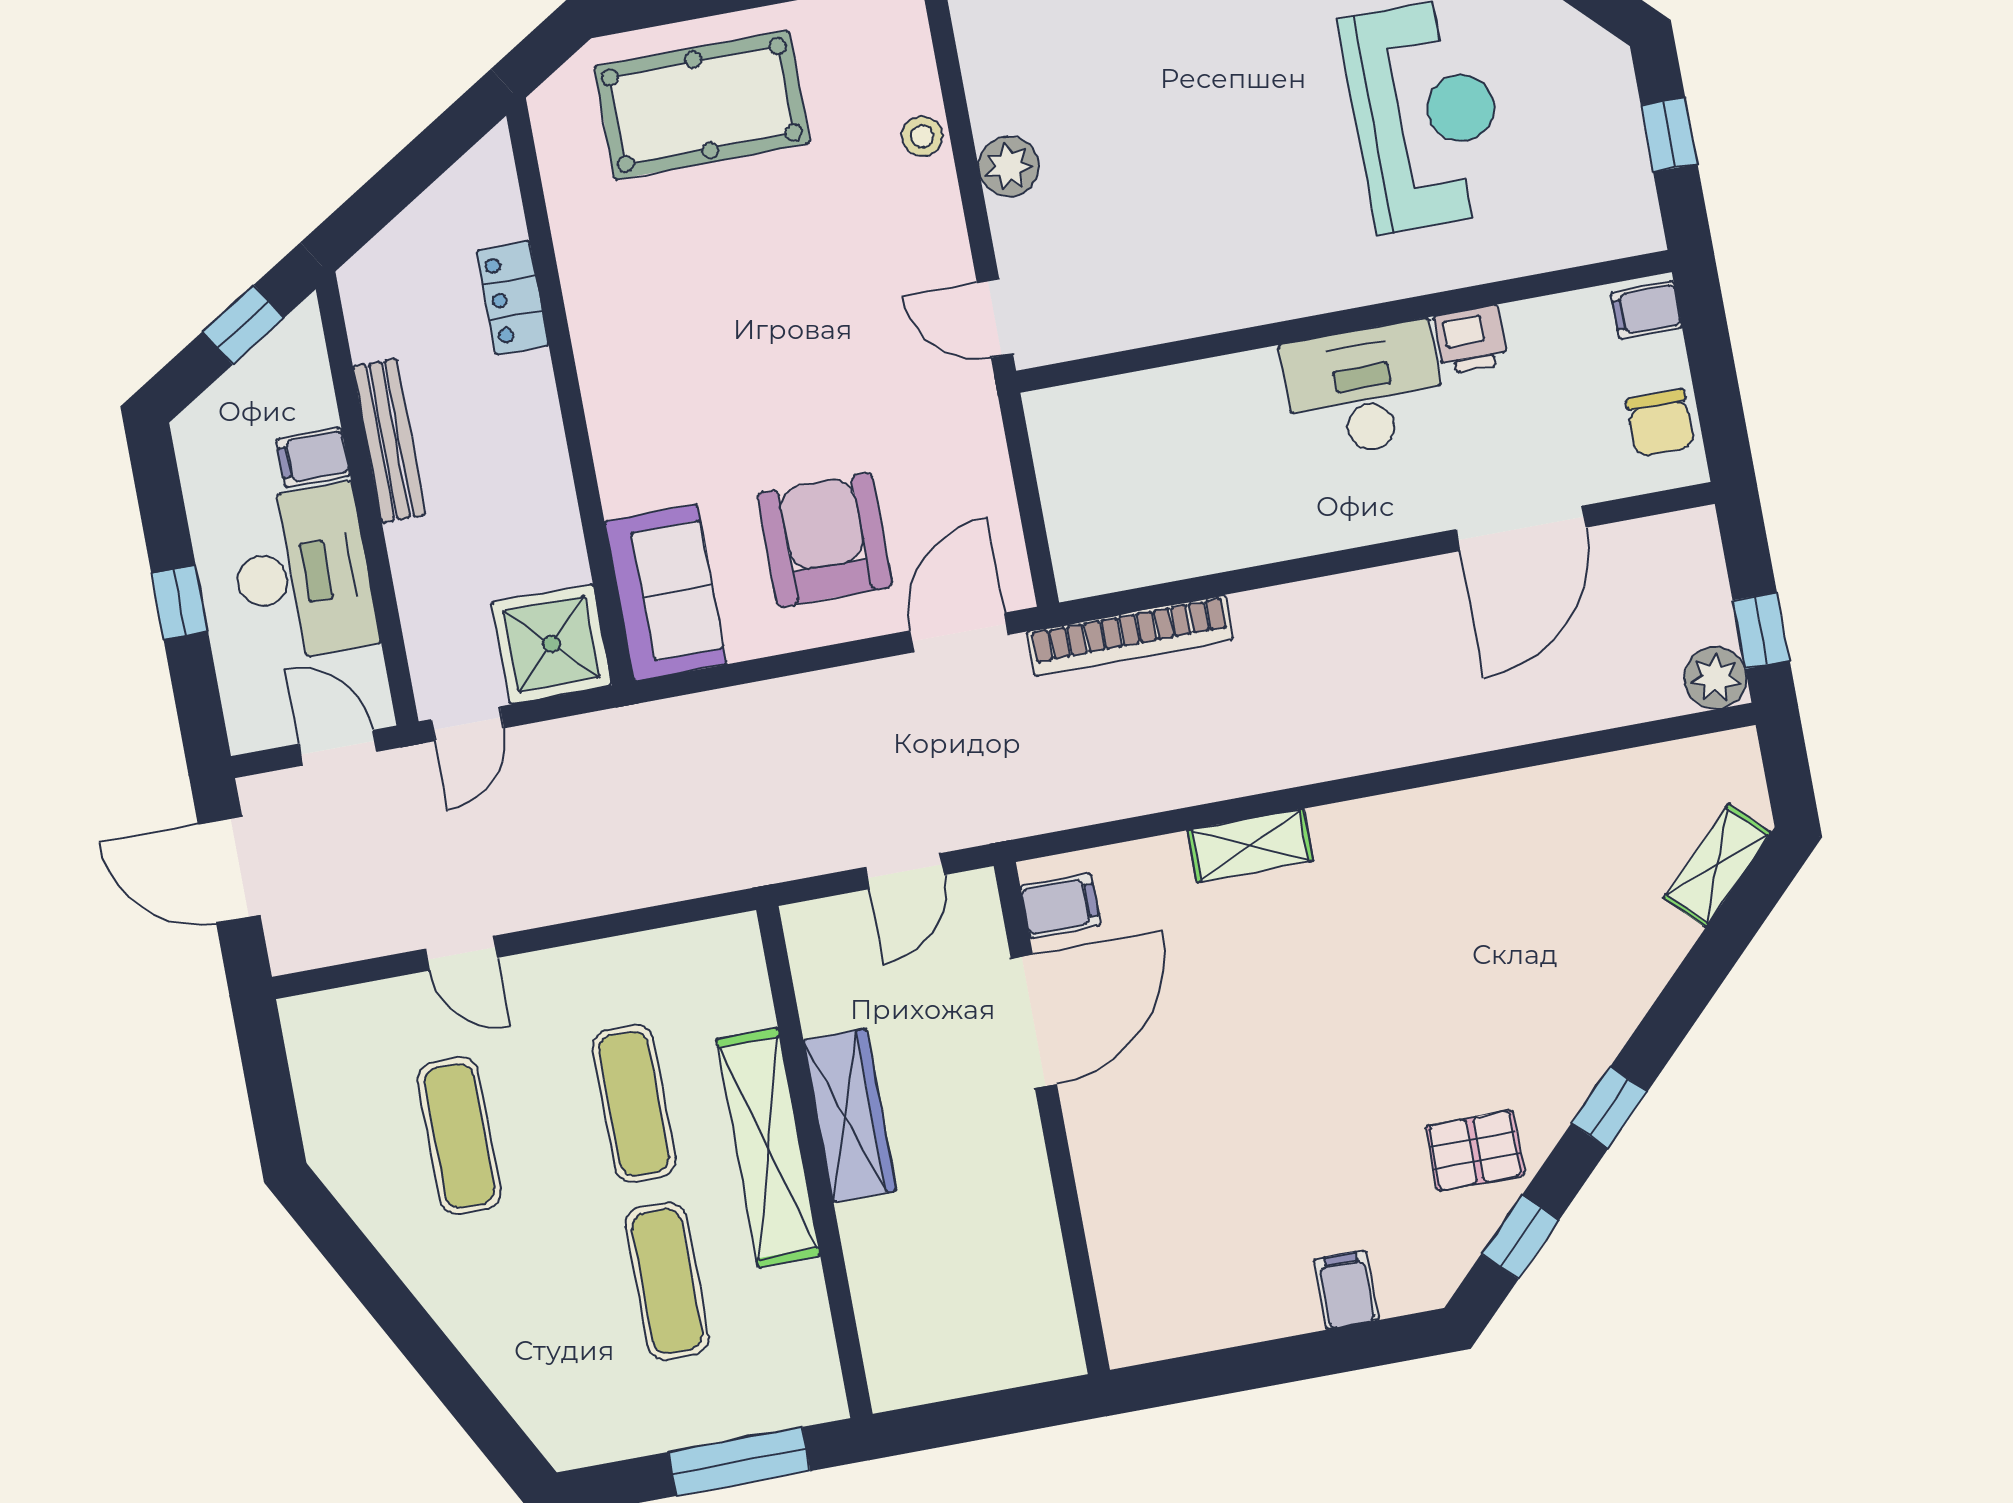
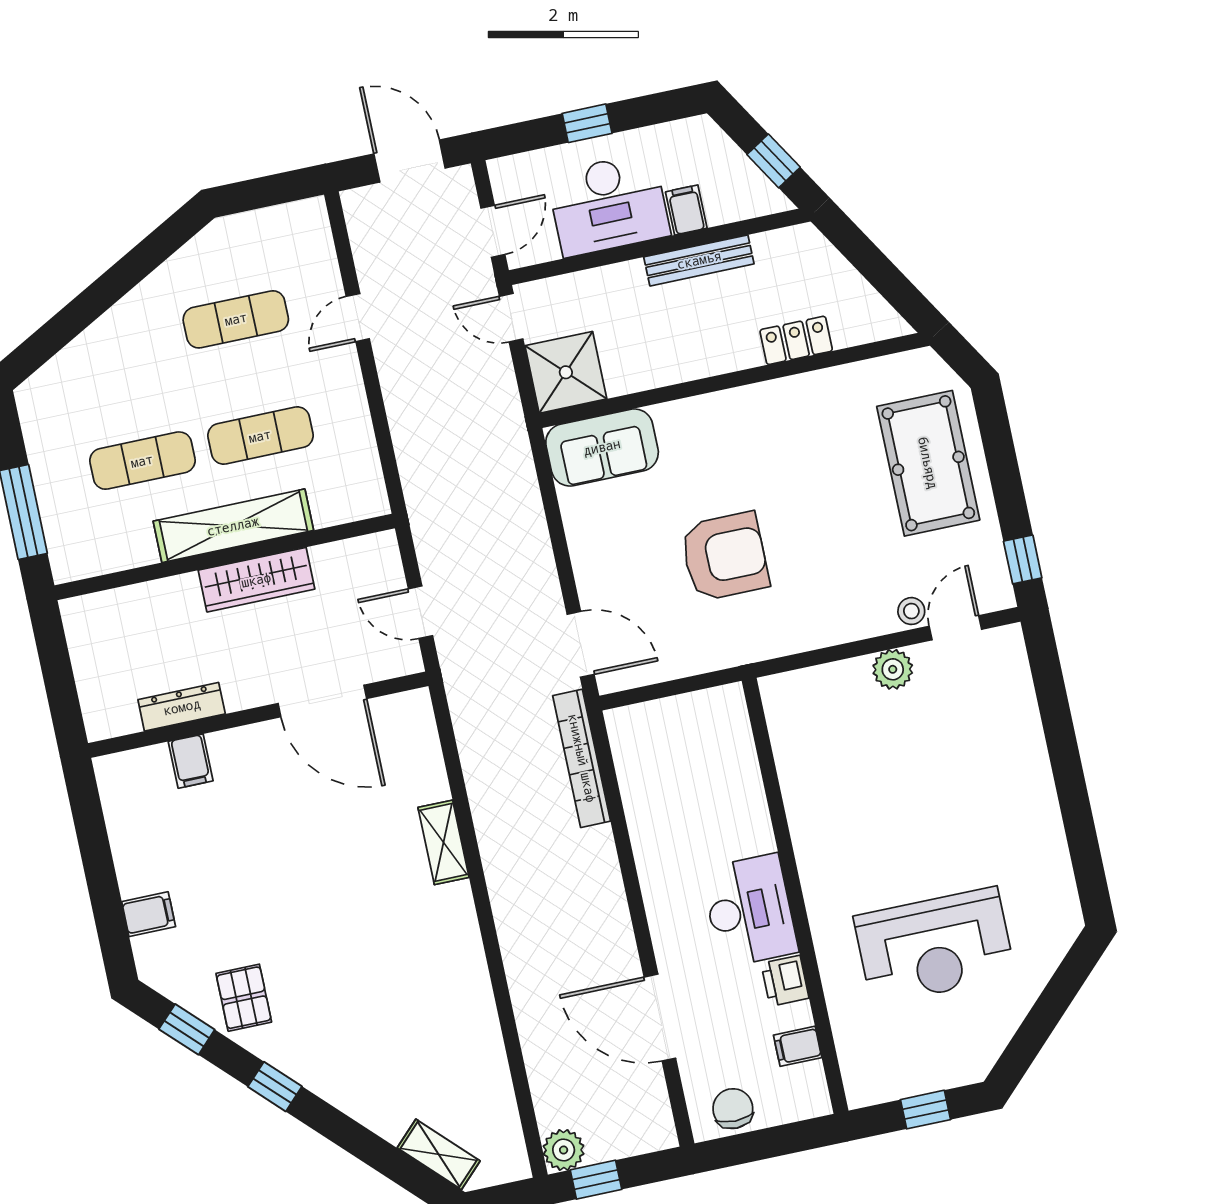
filing cabinet: (1646, 310) -> (798, 1046), moved, turned -90
door: (995, 318) -> (955, 628), moved
chair: (1660, 423) -> (733, 1109), turned 90
armchair: (825, 540) -> (725, 556), moved
door: (229, 870) -> (410, 161), hinge flipped
filing cabinet: (1060, 906) -> (191, 761), moved
dresser: (1037, 1232) -> (182, 707), added

